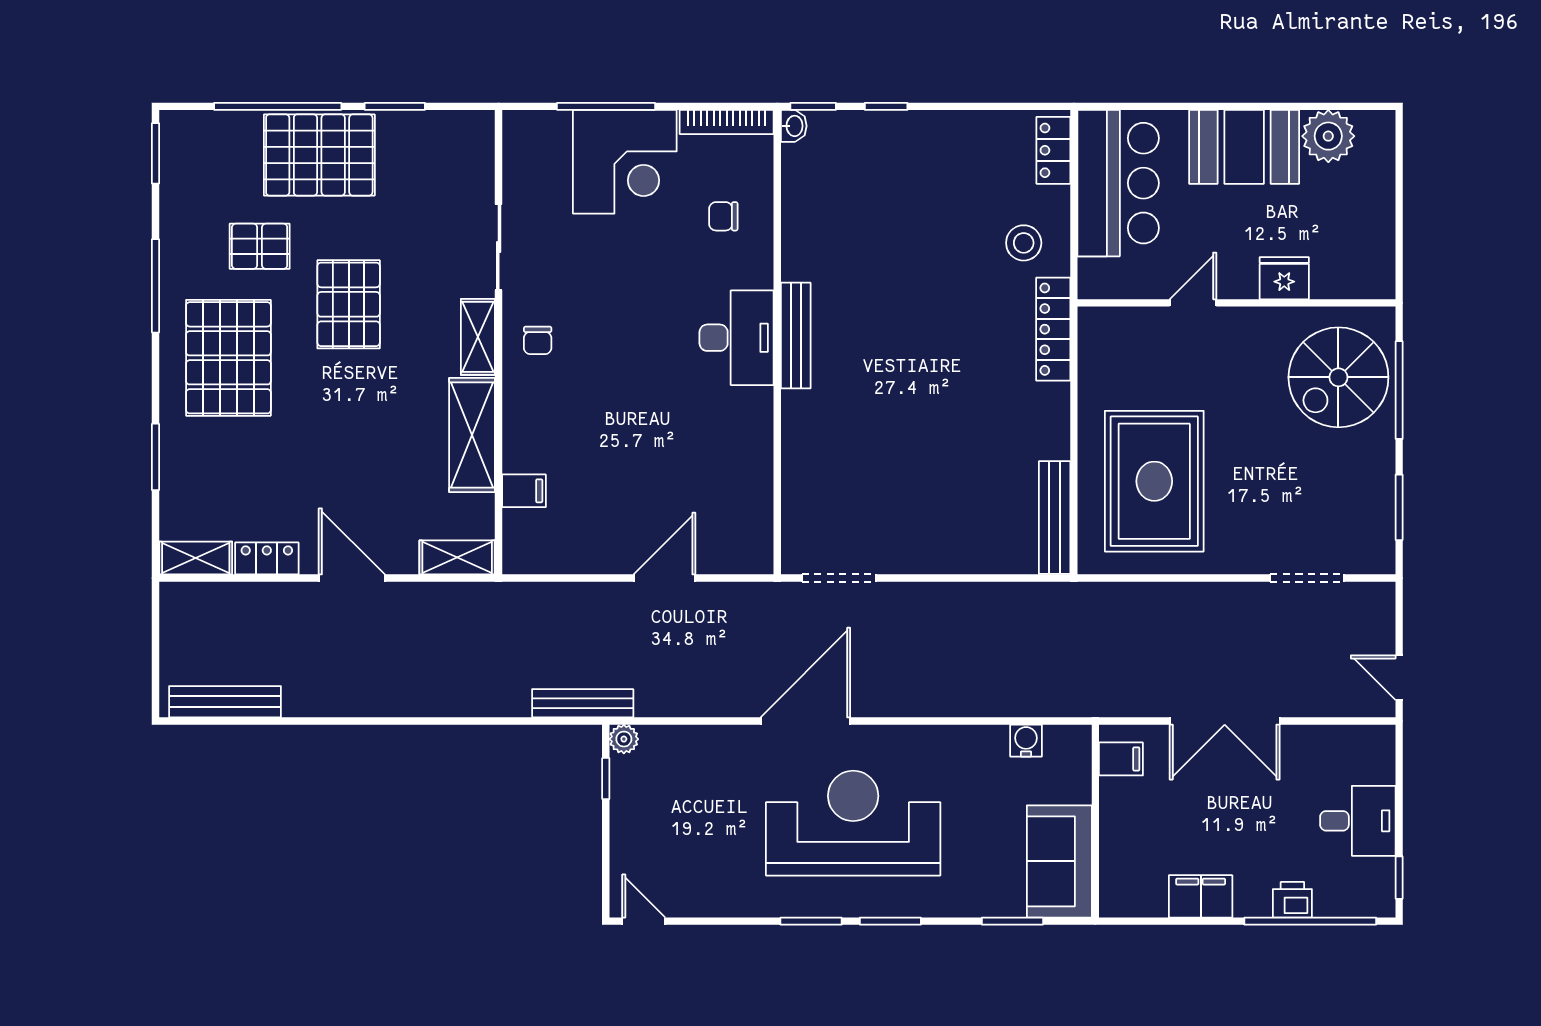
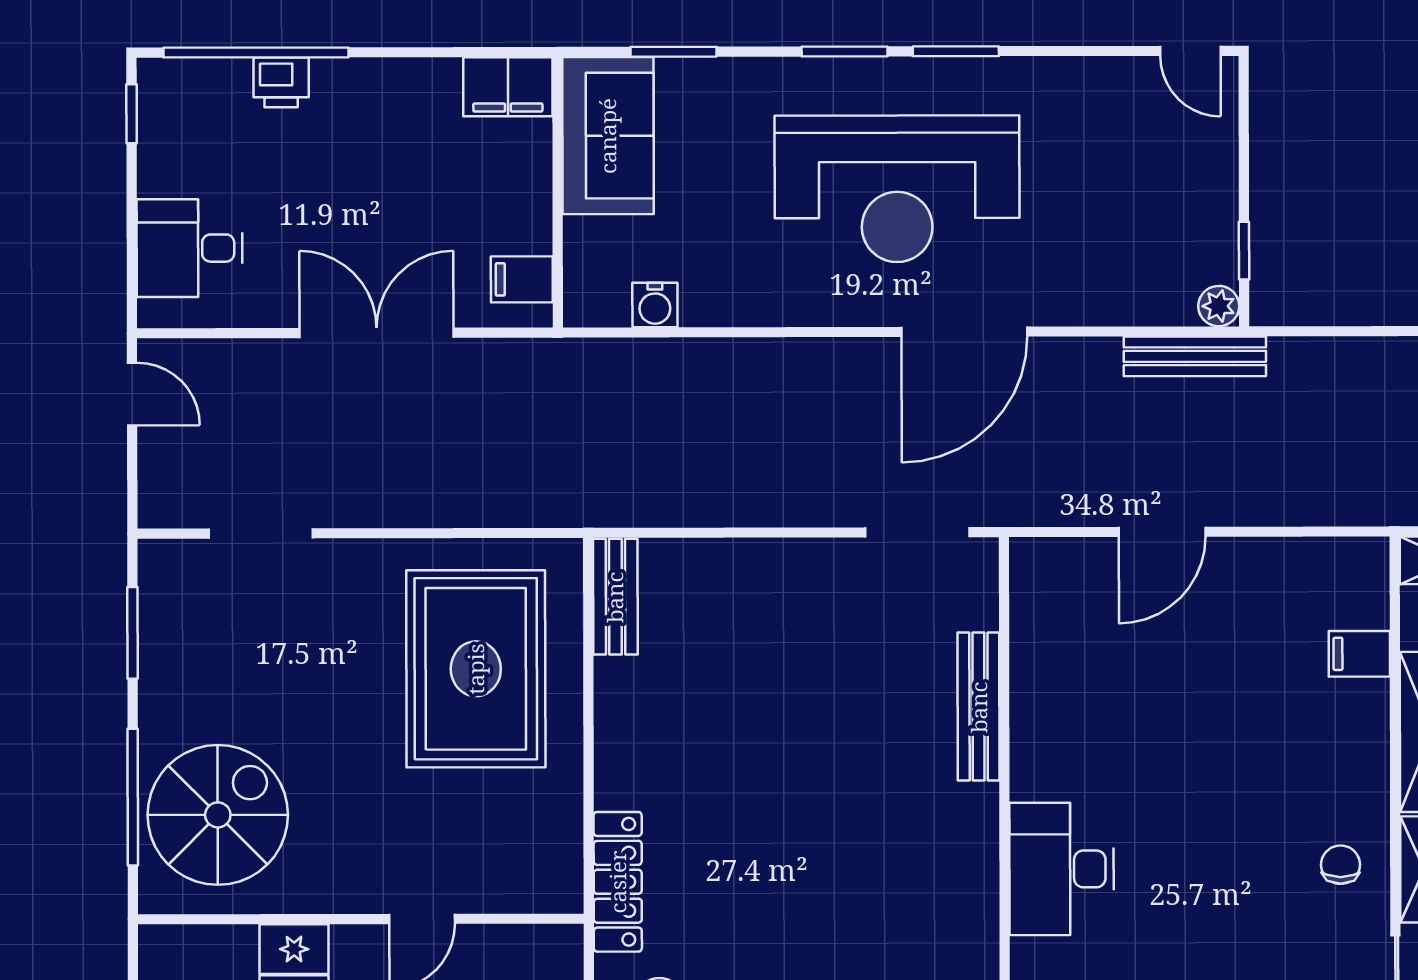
bench: (796, 336) -> (979, 707), moved
bench: (1055, 518) -> (615, 597), width x0.73
bench: (583, 703) -> (1195, 356), moved
desk: (1358, 821) -> (190, 248), moved
filing cabinet: (1201, 896) -> (508, 87), moved

